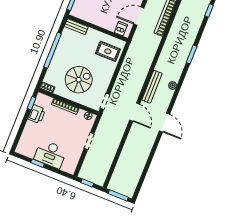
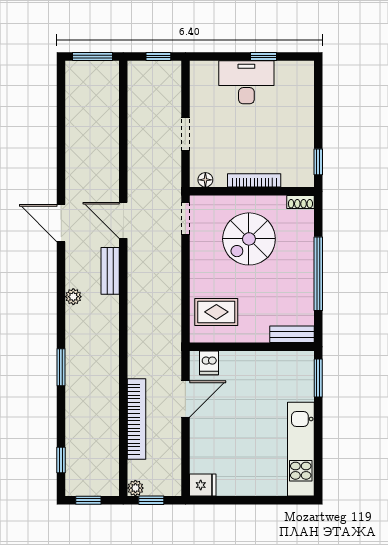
bench: (152, 87) -> (110, 271), width x0.73
printer: (37, 114) -> (301, 145), removed

